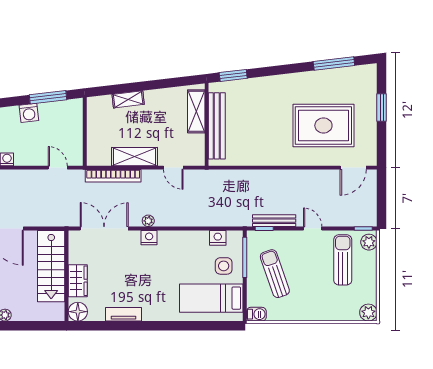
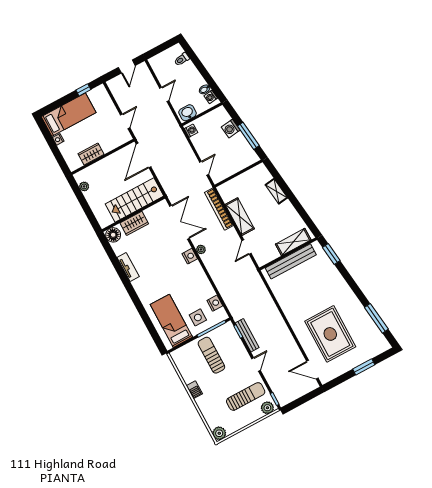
sun lounger: (275, 274) -> (211, 355), turned -71
barbecue: (256, 314) -> (194, 390), moved

